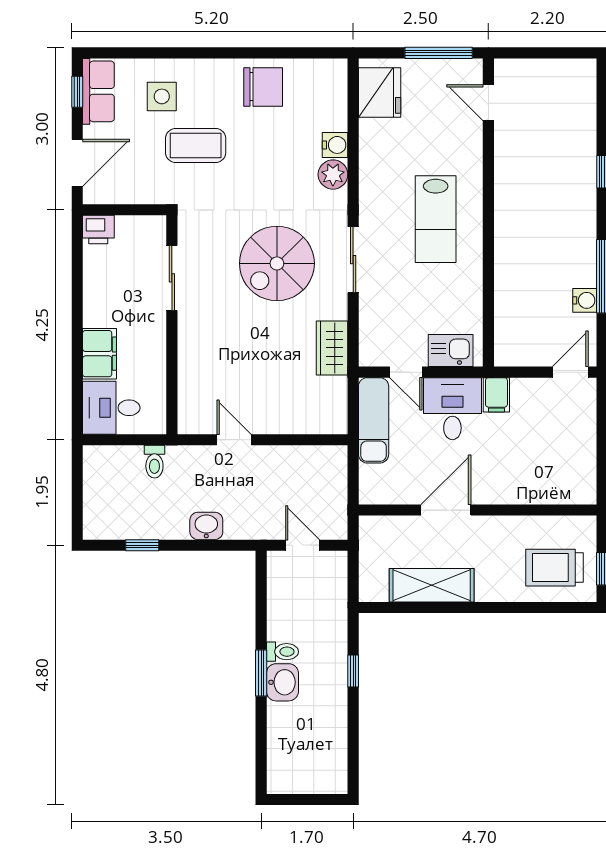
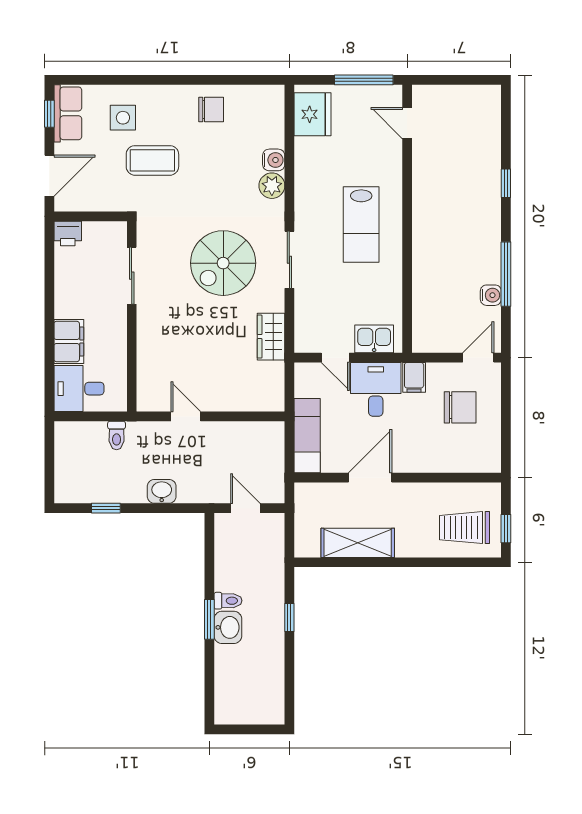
chair: (263, 87) -> (211, 109), width x0.73, depth x0.73
exam couch: (374, 420) -> (307, 436), moved
chair: (549, 429) -> (460, 407), added

